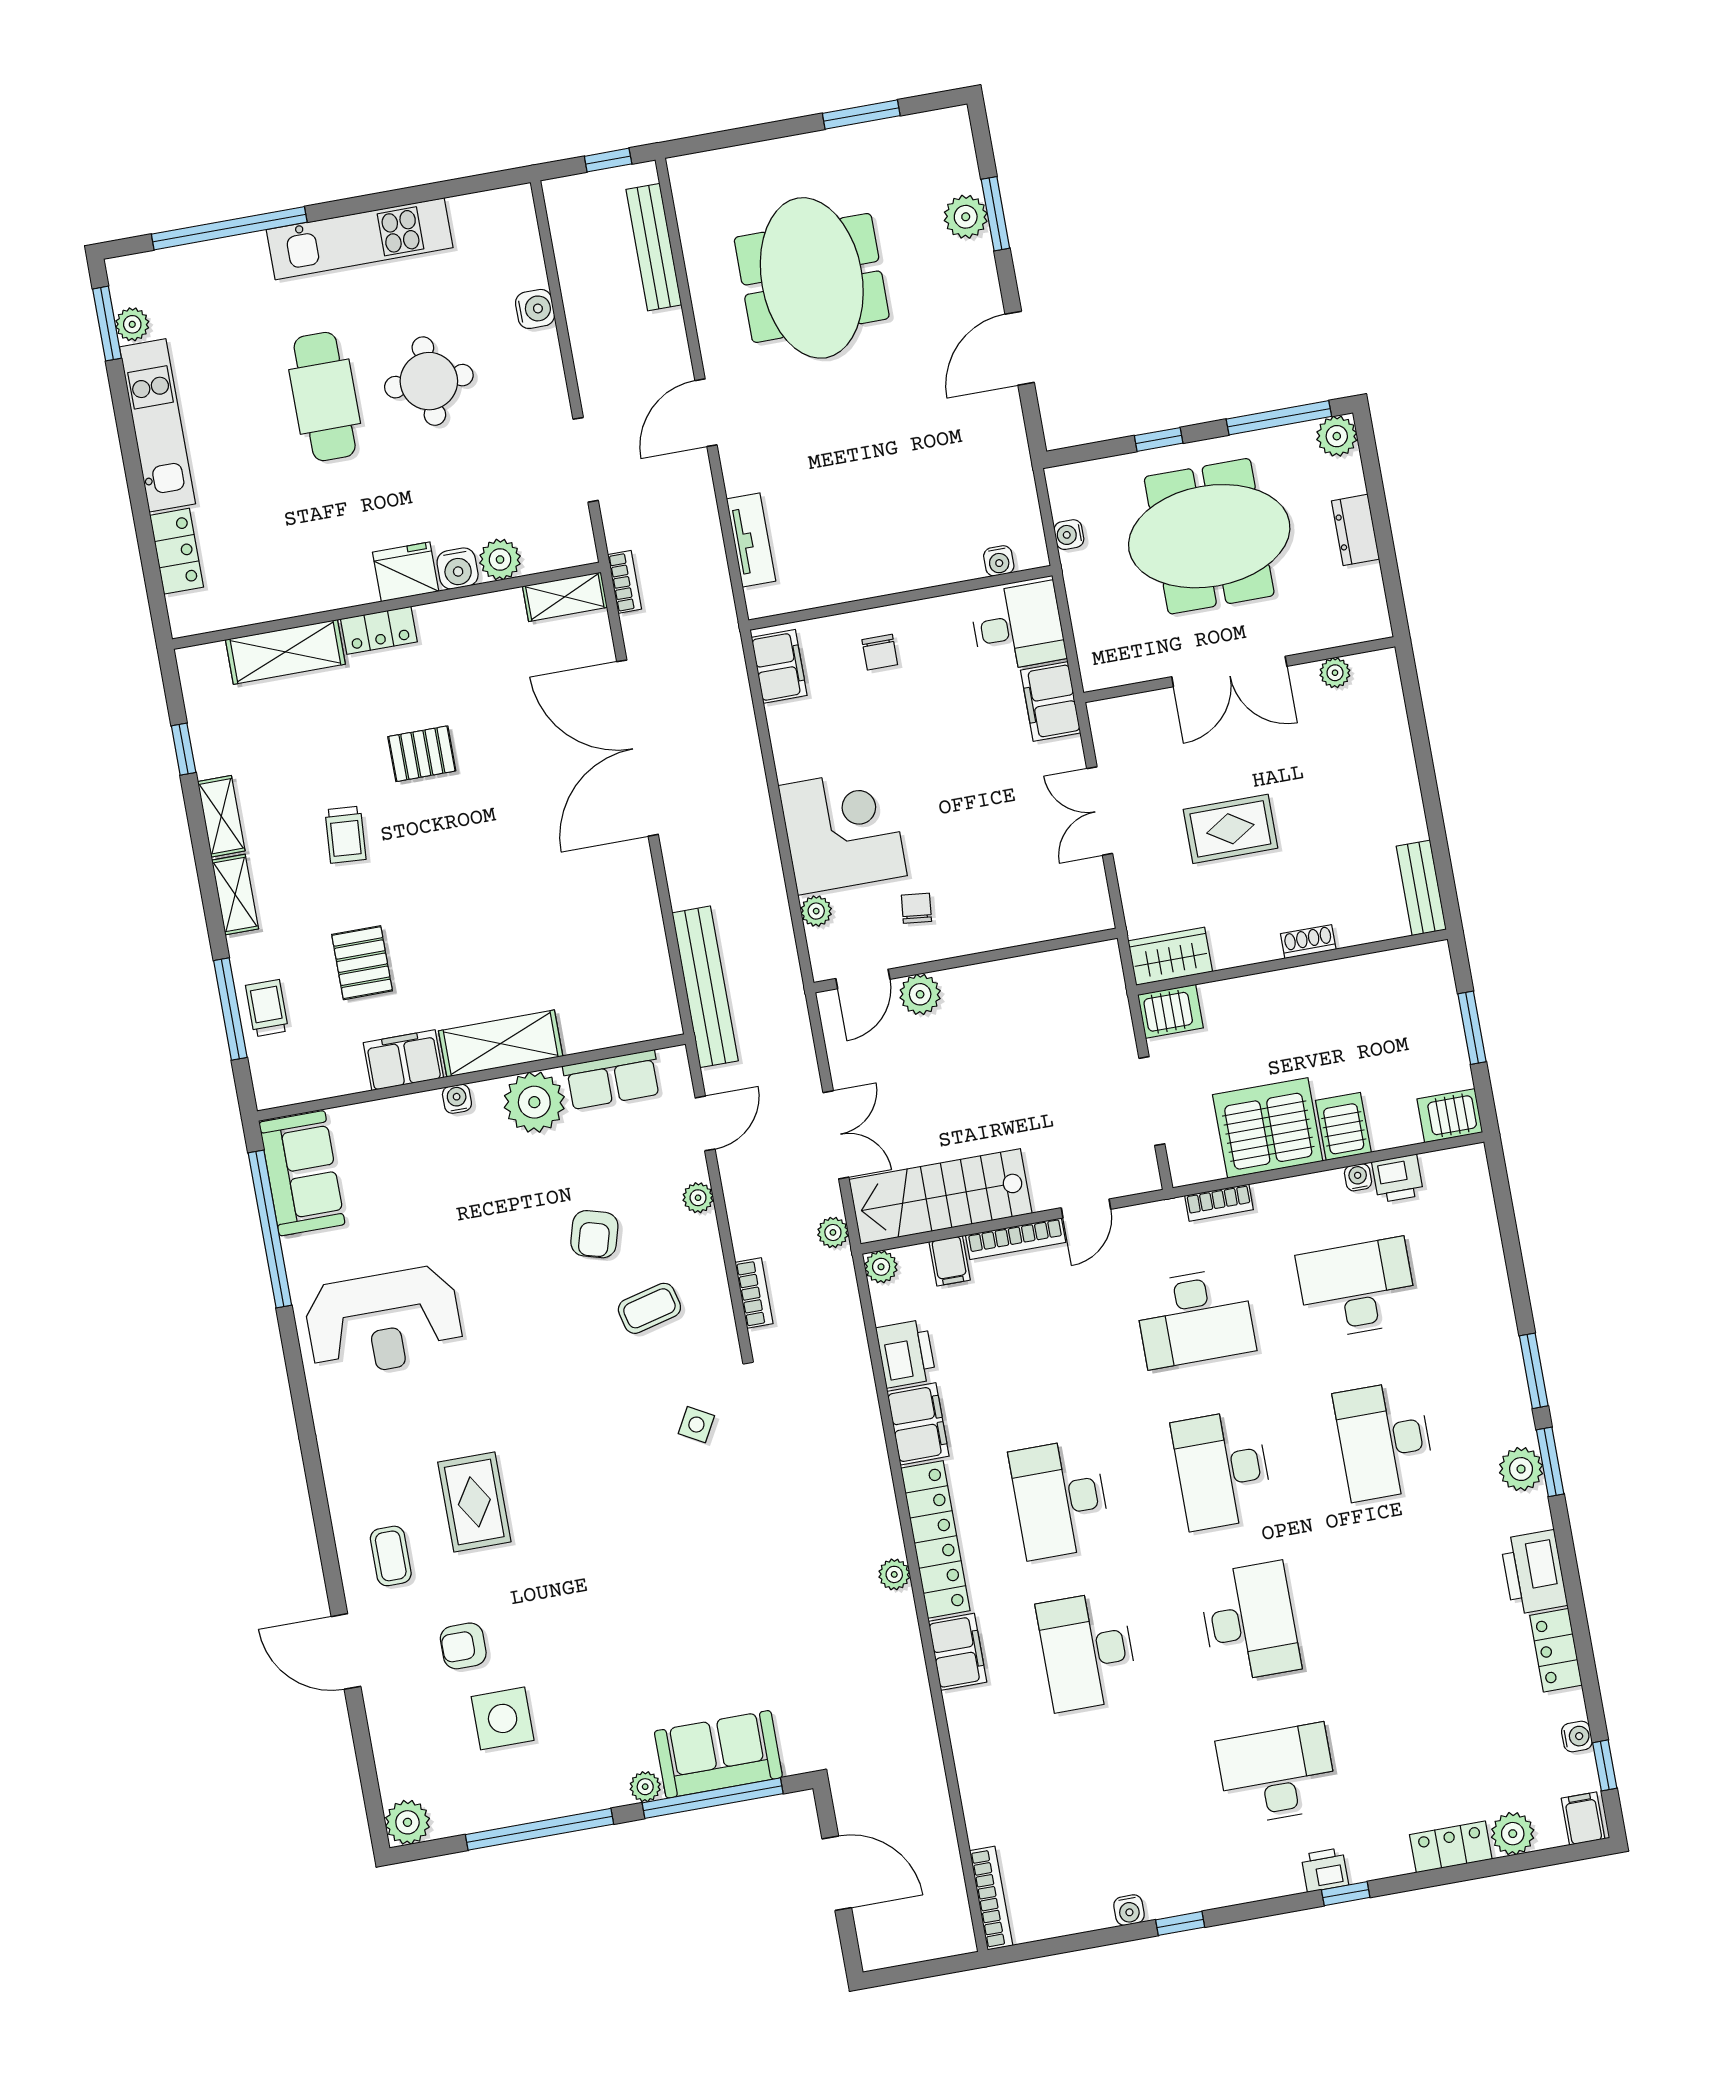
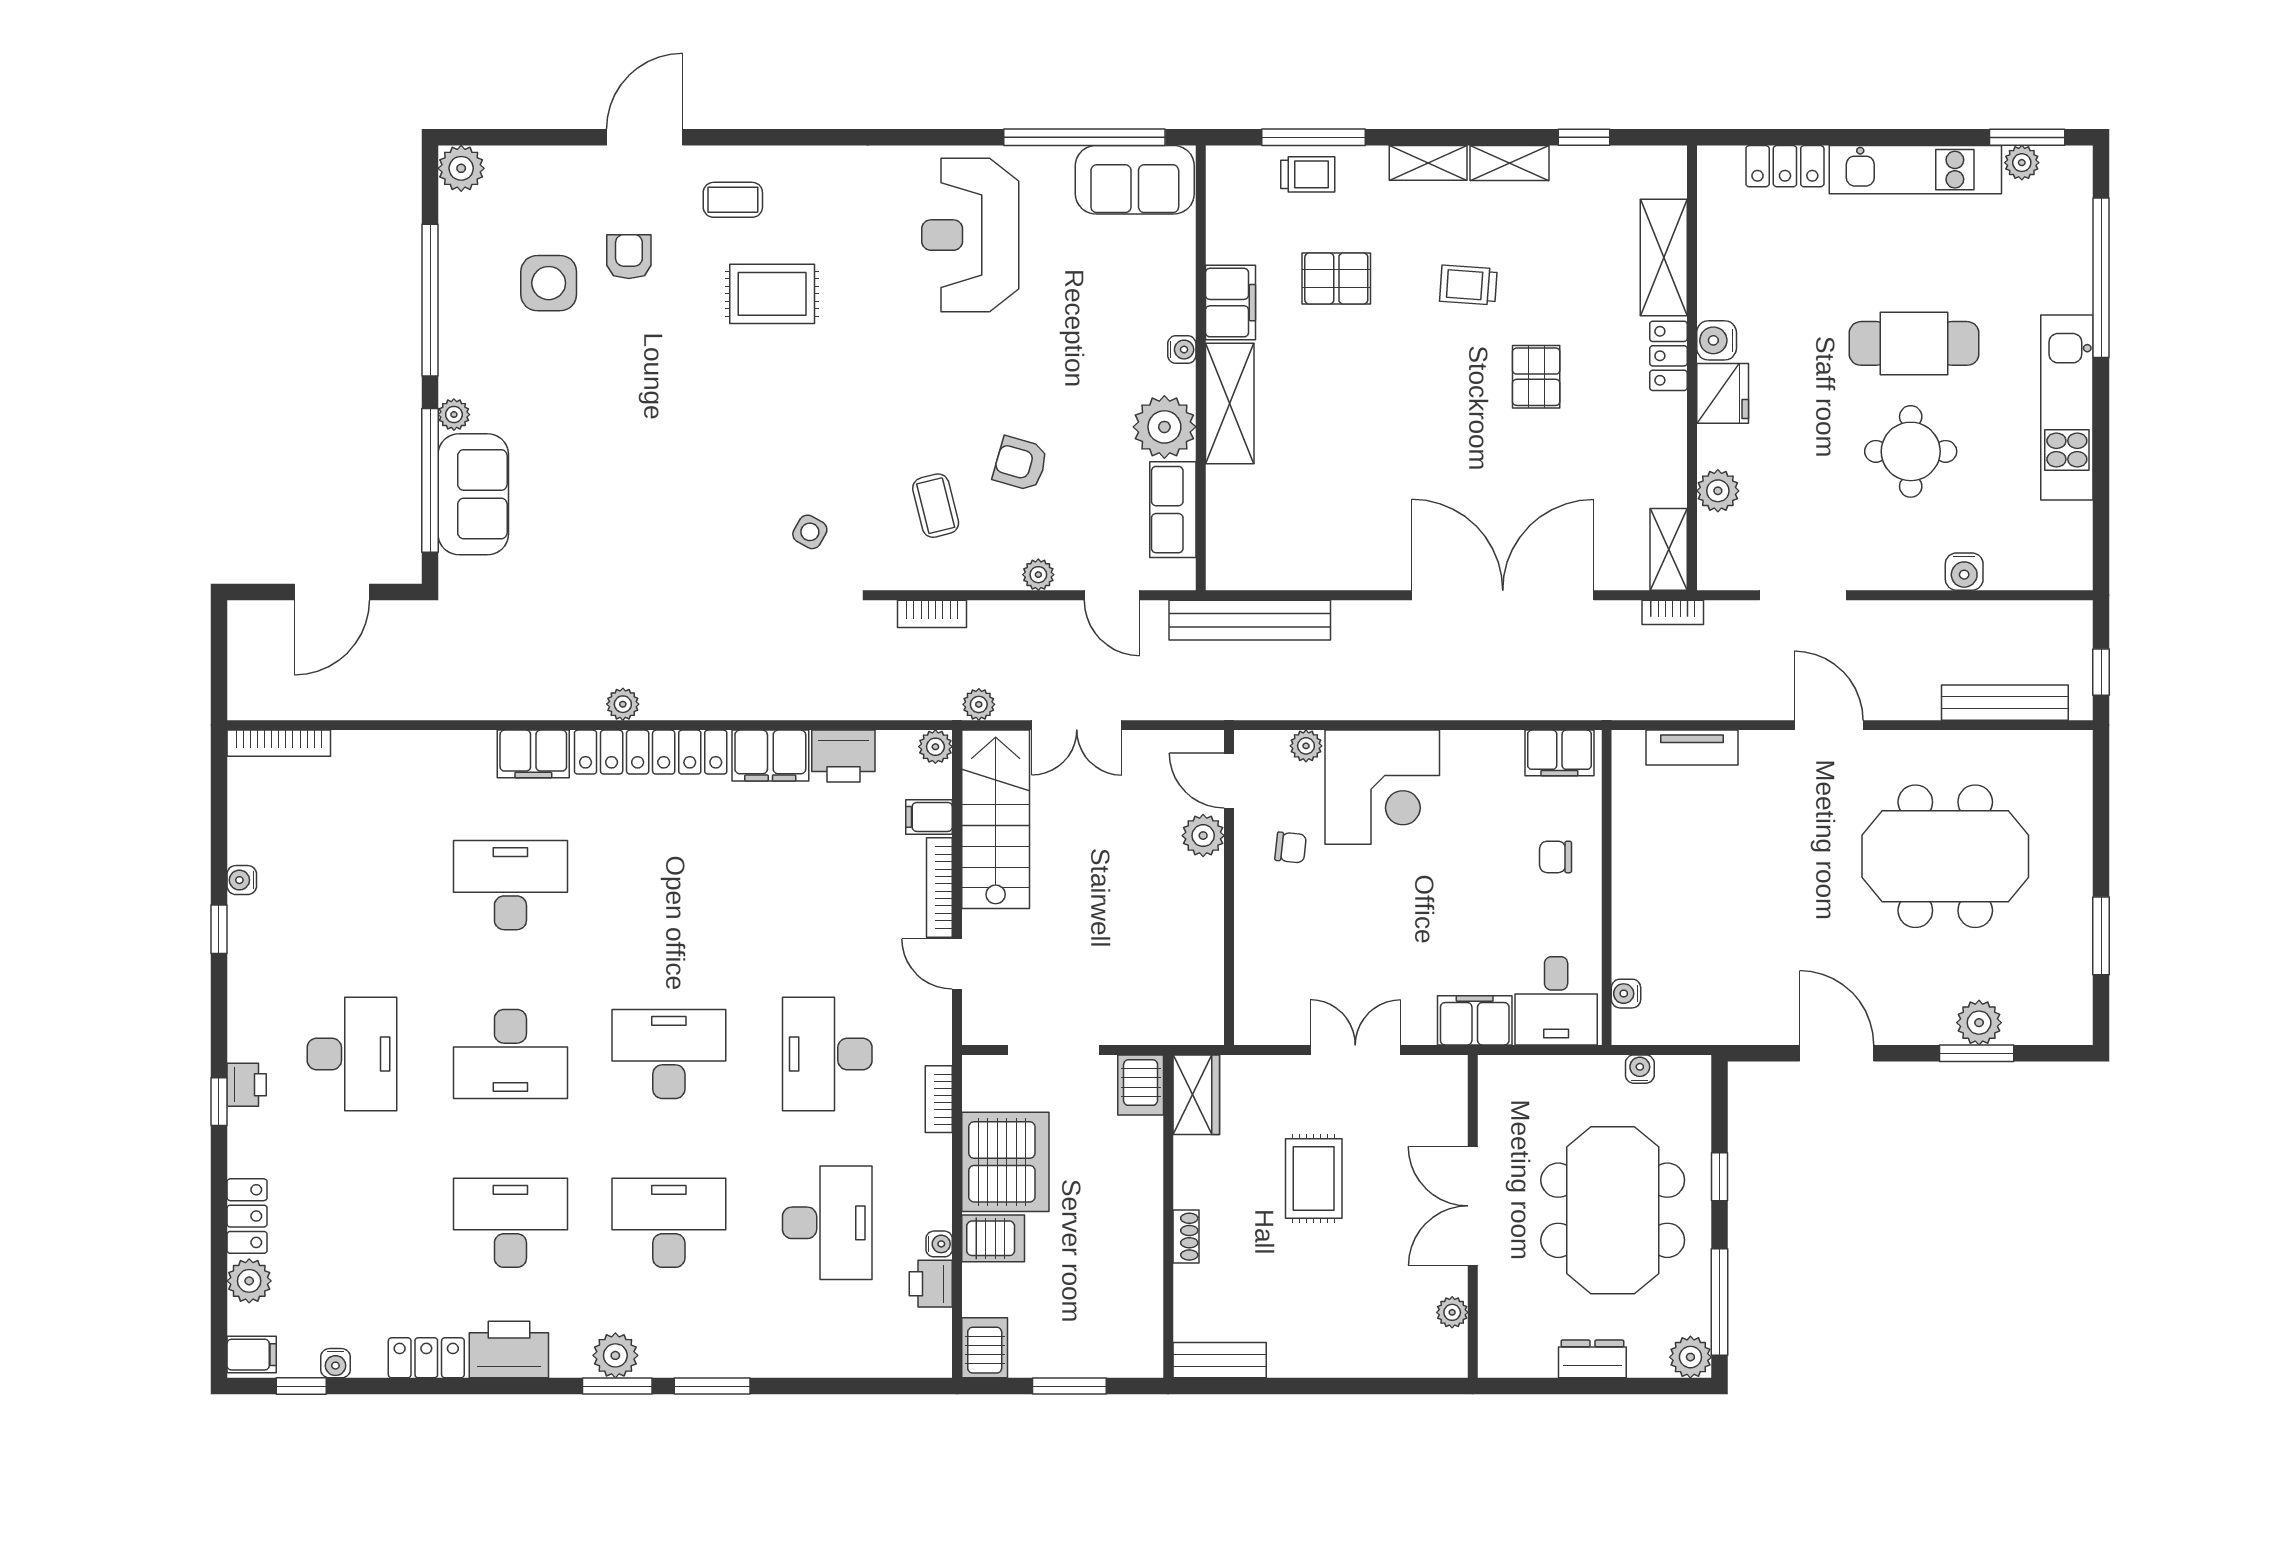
water cooler: (458, 569) -> (1717, 340), moved
desk: (1060, 1499) -> (510, 1223), moved

